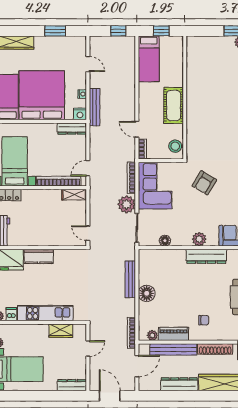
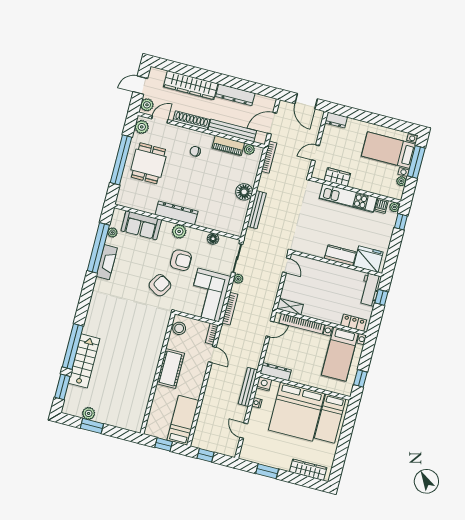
plant: (127, 204) -> (238, 279), width x0.53, depth x0.53
armchair: (190, 212) -> (181, 260), added
dresser: (72, 385) -> (336, 120), width x0.70

